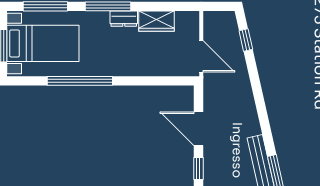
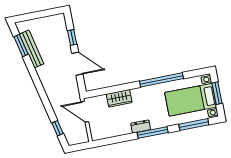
wardrobe: (157, 21) -> (119, 98), moved, turned 180

